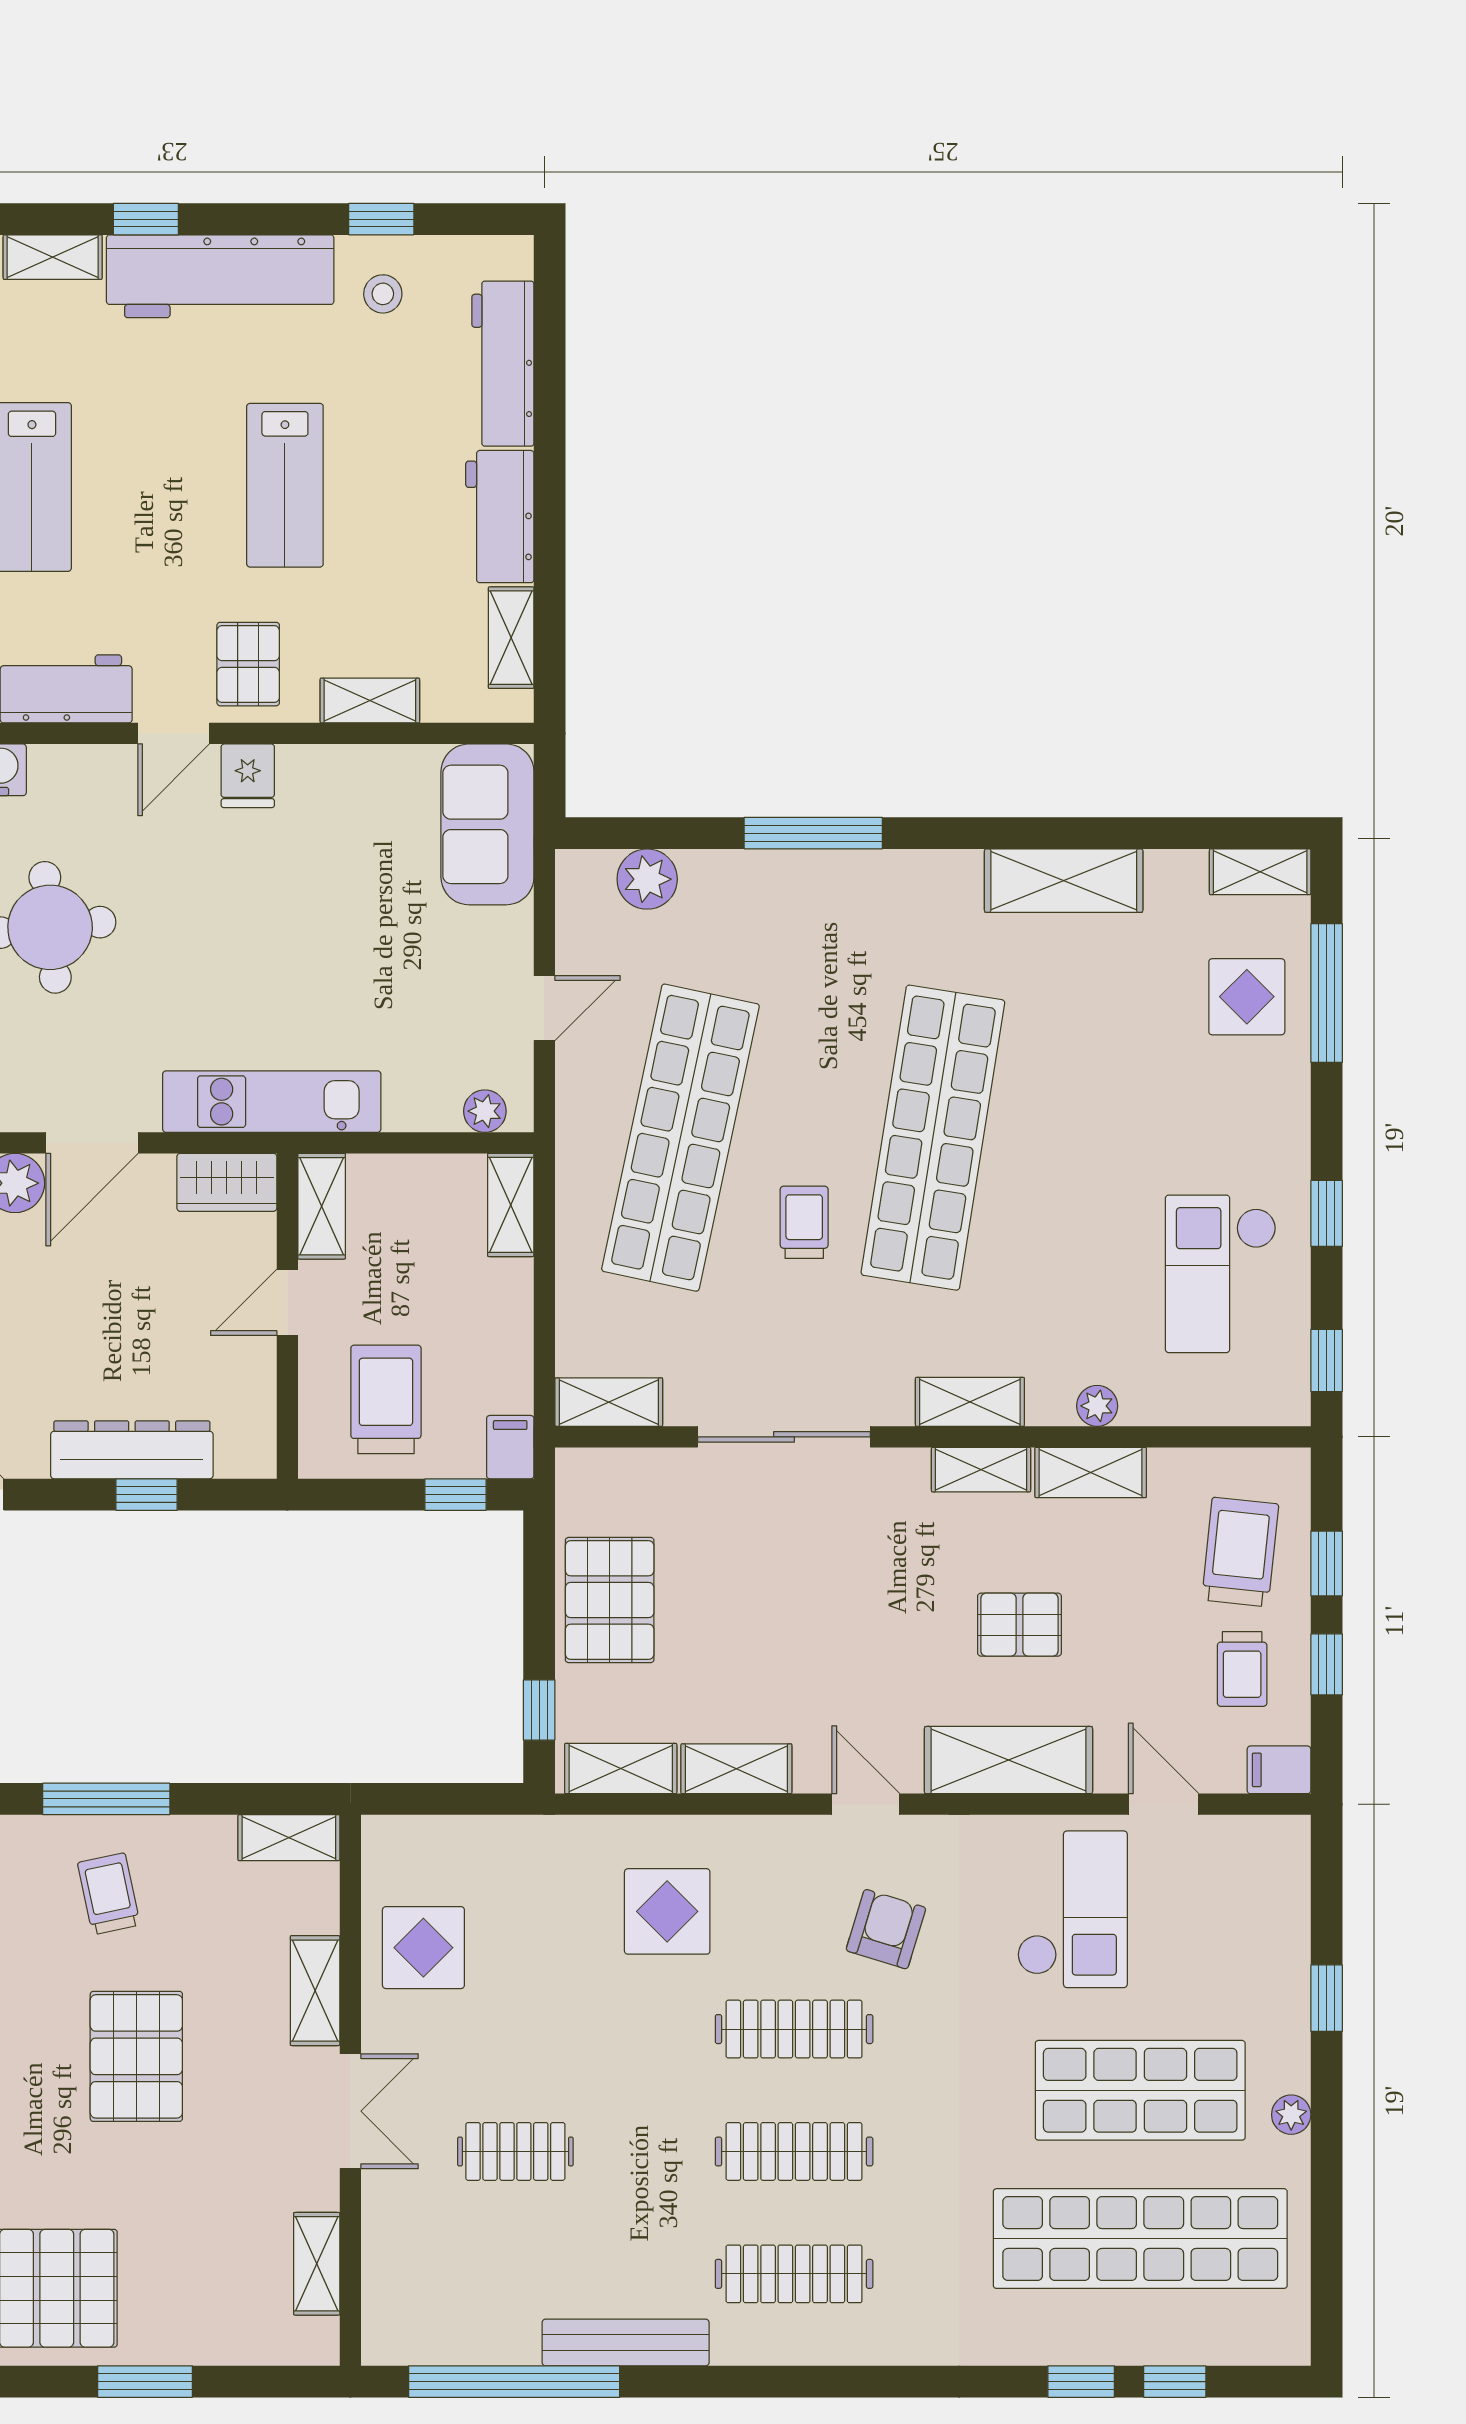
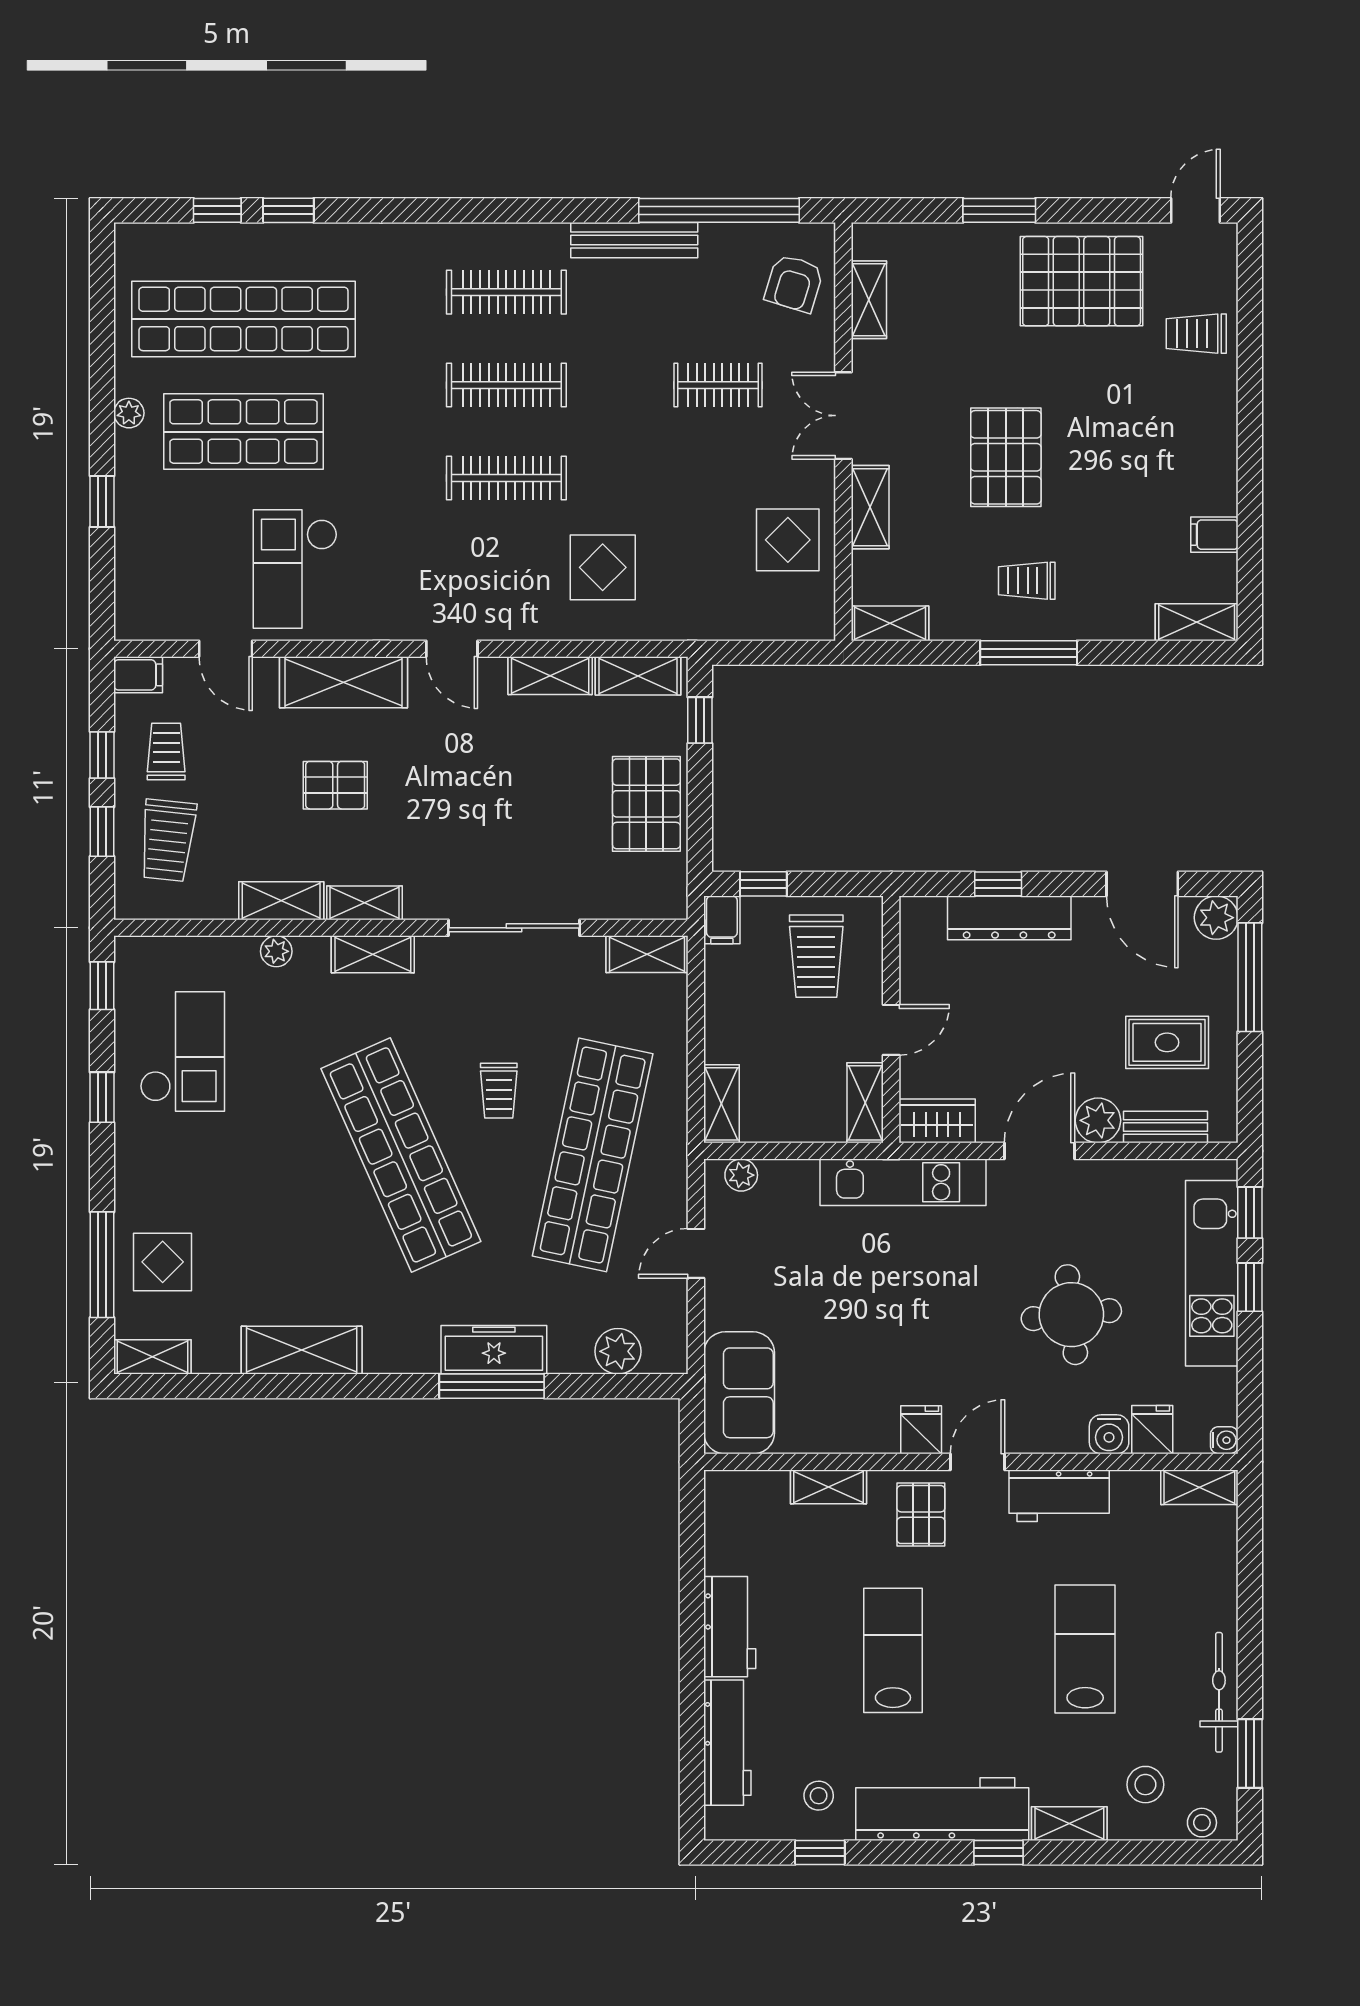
shelving: (511, 638) -> (721, 1535), removed
freezer: (810, 881) -> (494, 1350), added
shop shelf: (933, 1138) -> (401, 1155), turned -33
trolley: (109, 1894) -> (1027, 581), turned 102
armchair: (886, 1929) -> (794, 283), moved

